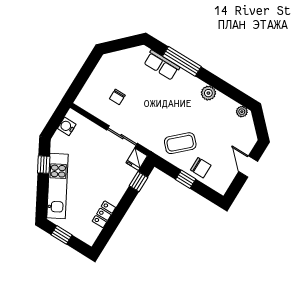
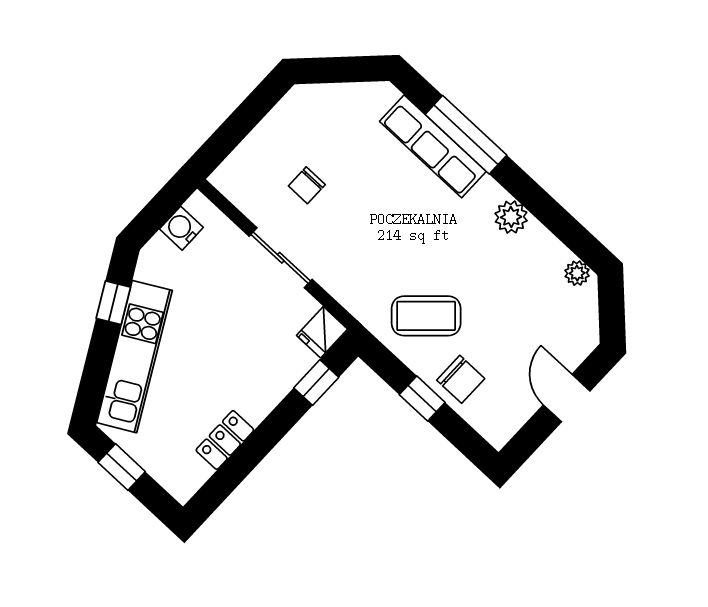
row of seats: (162, 65) -> (433, 146), width x1.48
sliding door: (122, 137) -> (281, 258), moved

